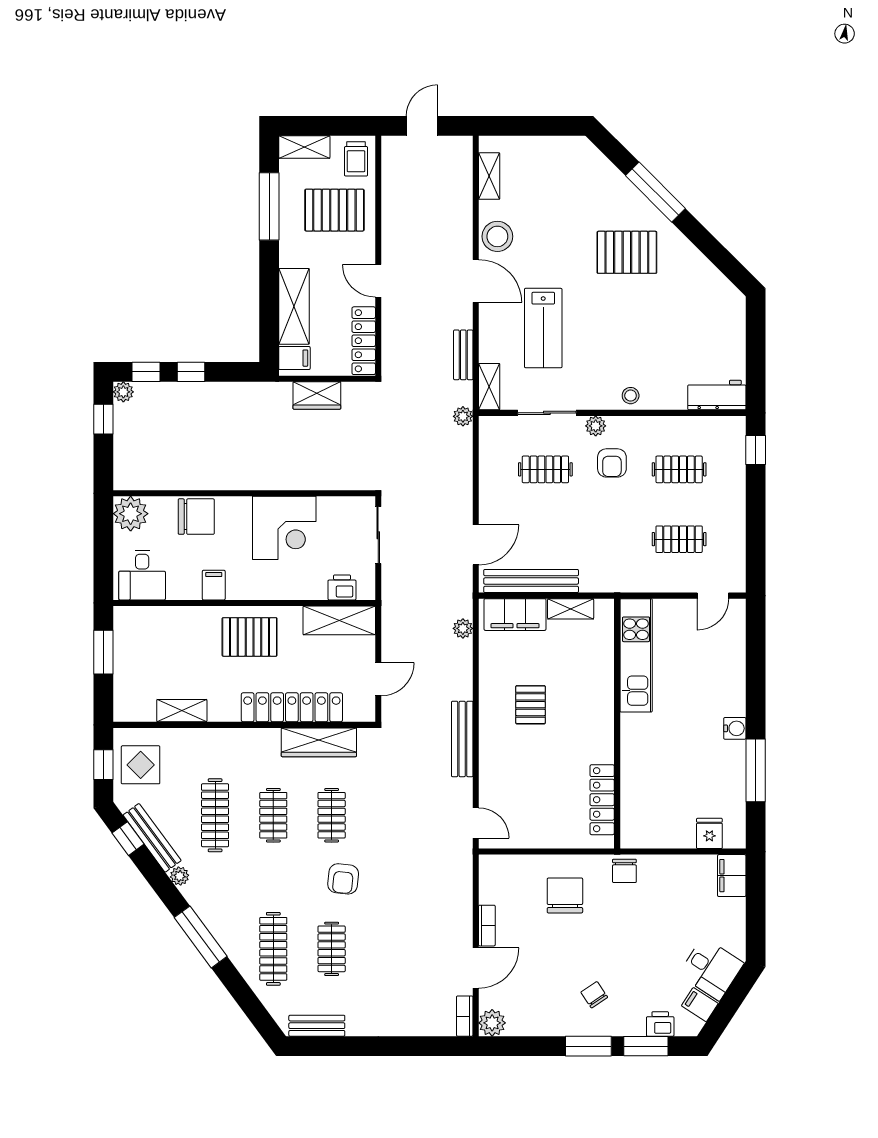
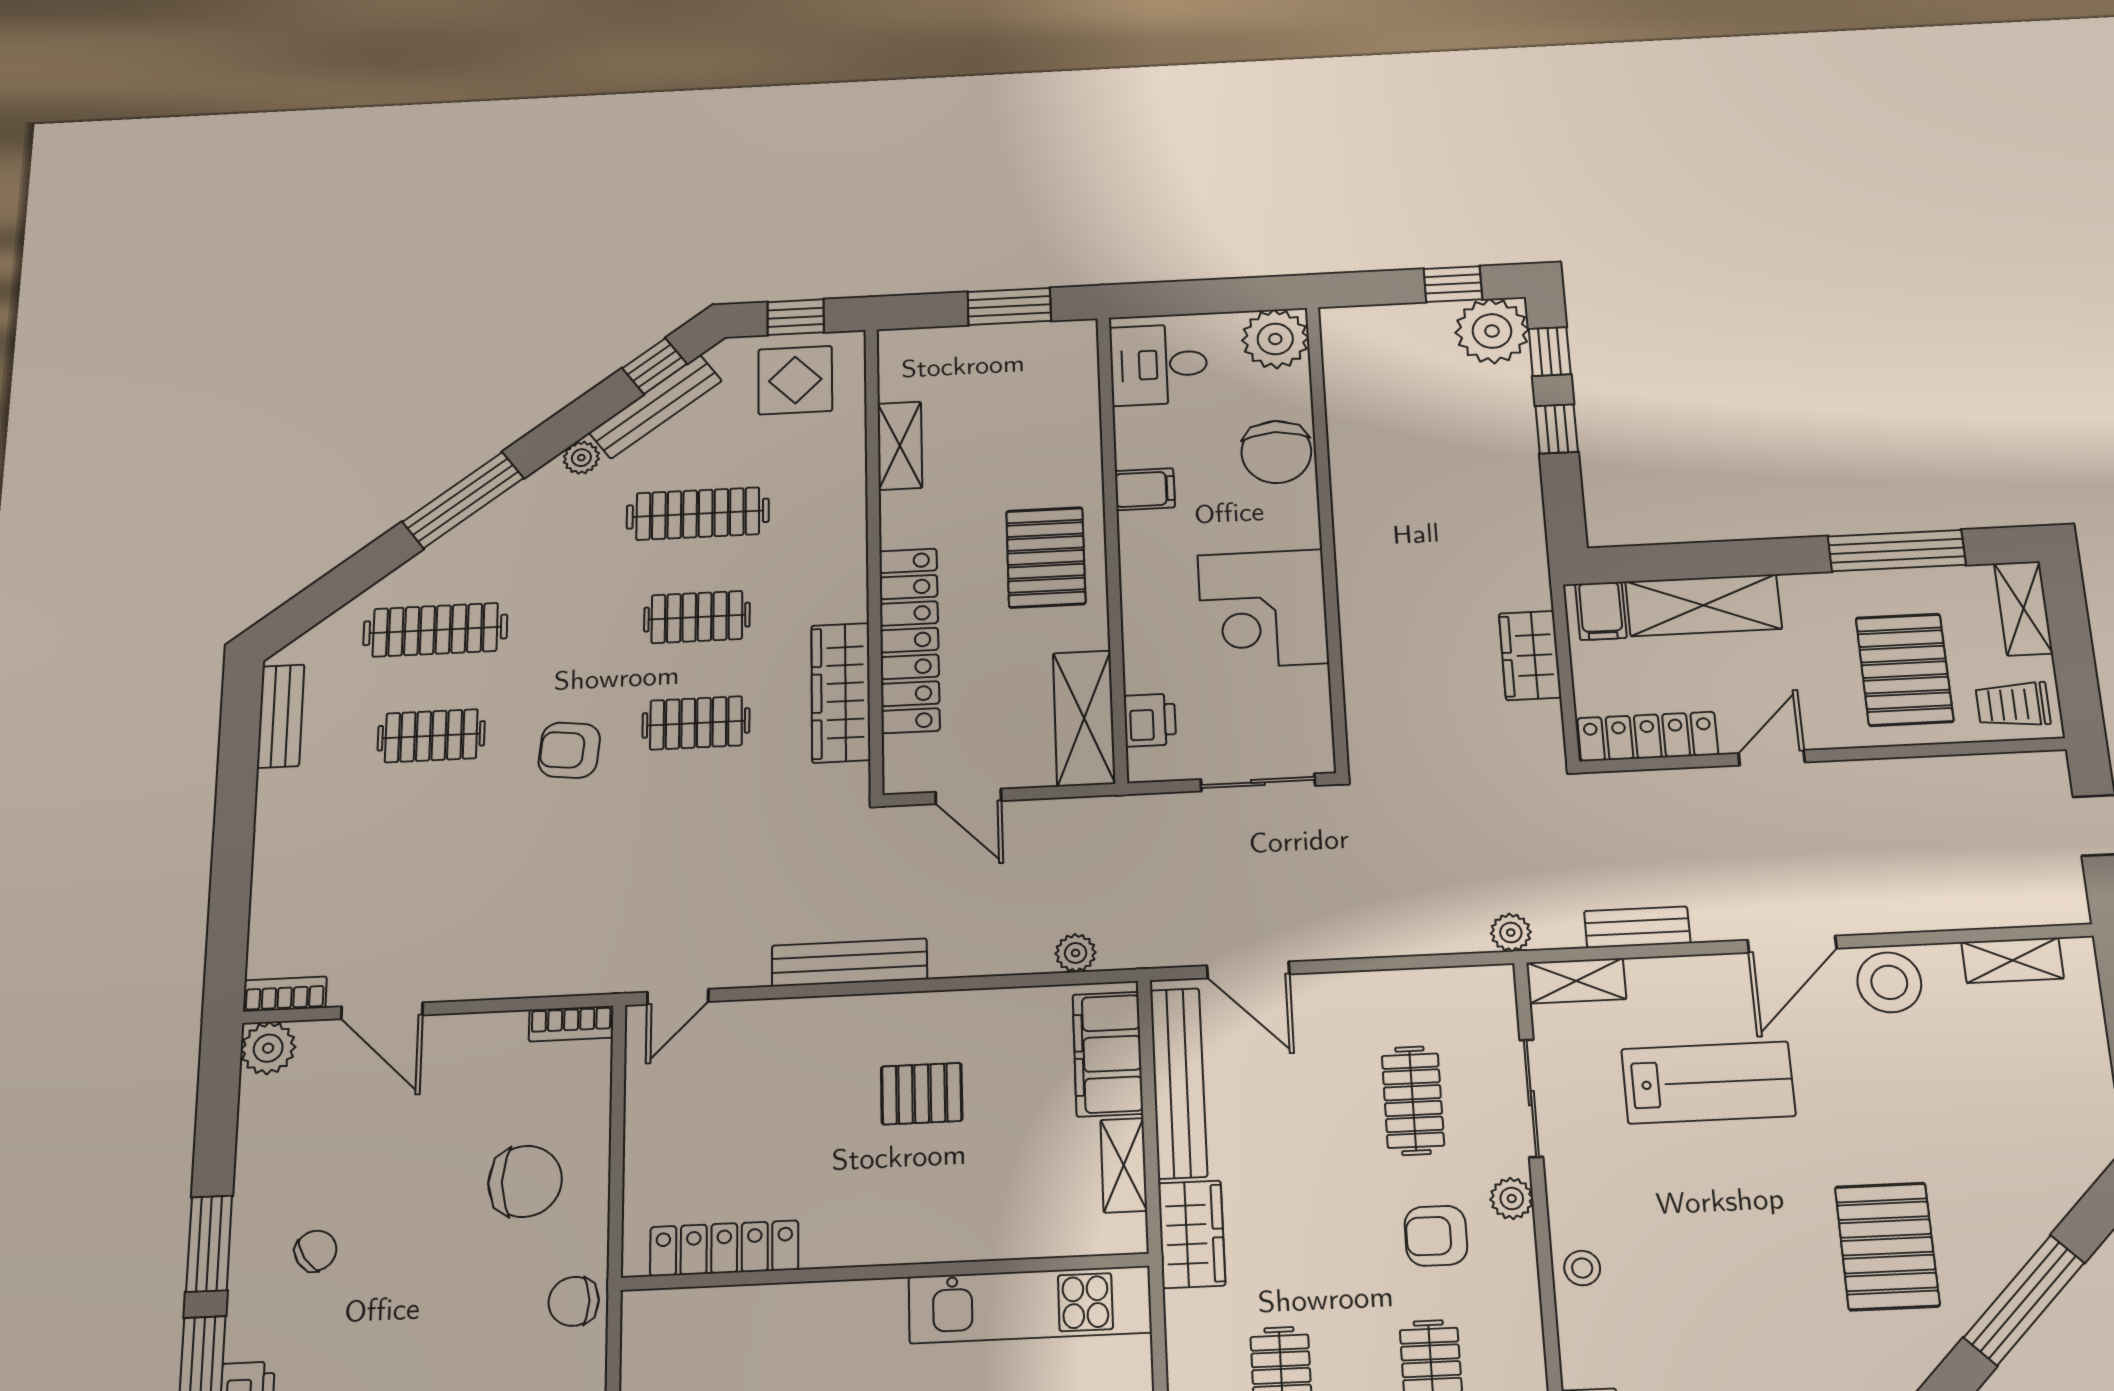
lab bench: (543, 328) -> (1708, 1082), turned 180
plant: (123, 392) -> (1492, 331), width x1.88, depth x1.88
wardrobe: (606, 578) -> (1192, 1234), added
bookcase: (487, 926) -> (571, 1024), moved

